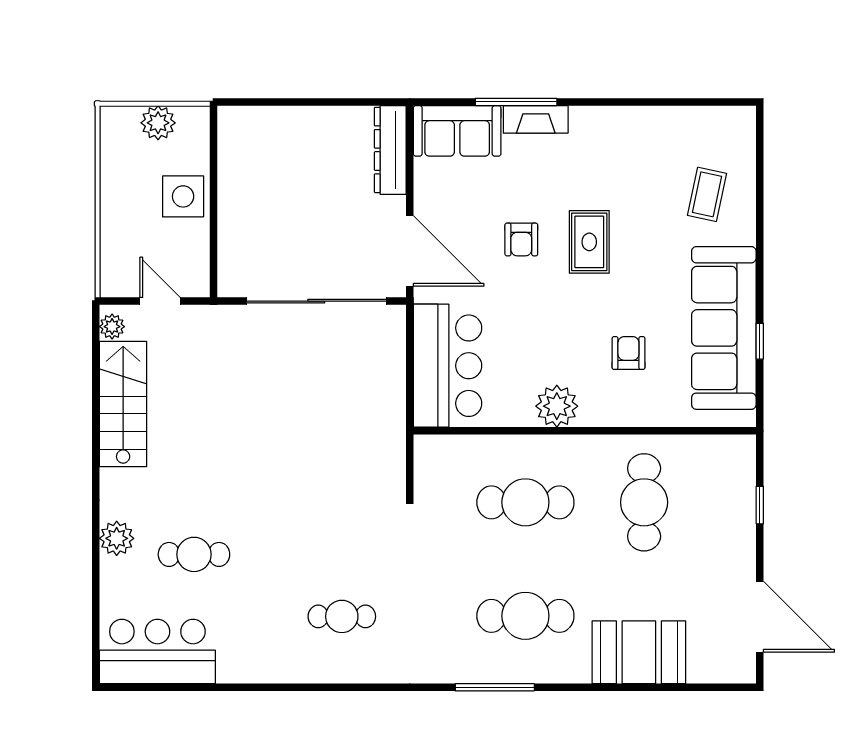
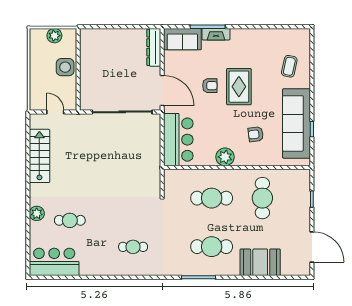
armchair: (521, 240) -> (210, 86), turned -90
rug: (589, 242) -> (239, 87), width x1.36, depth x1.43
plant: (112, 327) -> (35, 123), removed
armchair: (628, 353) -> (256, 134), turned -97

